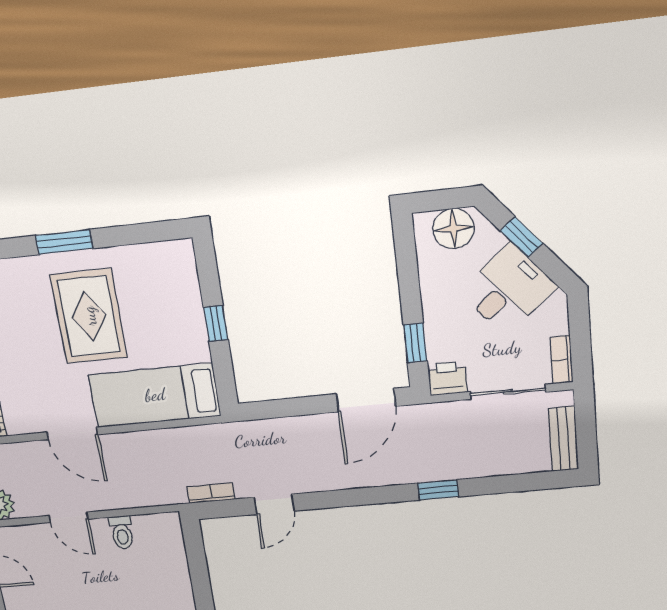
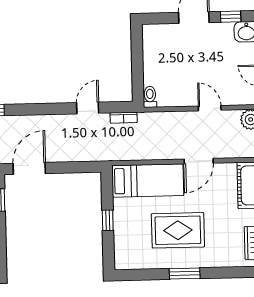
rug: (89, 316) -> (178, 230), turned 90
door: (72, 433) -> (199, 161), swing flipped
toilet: (122, 532) -> (150, 97), moved

